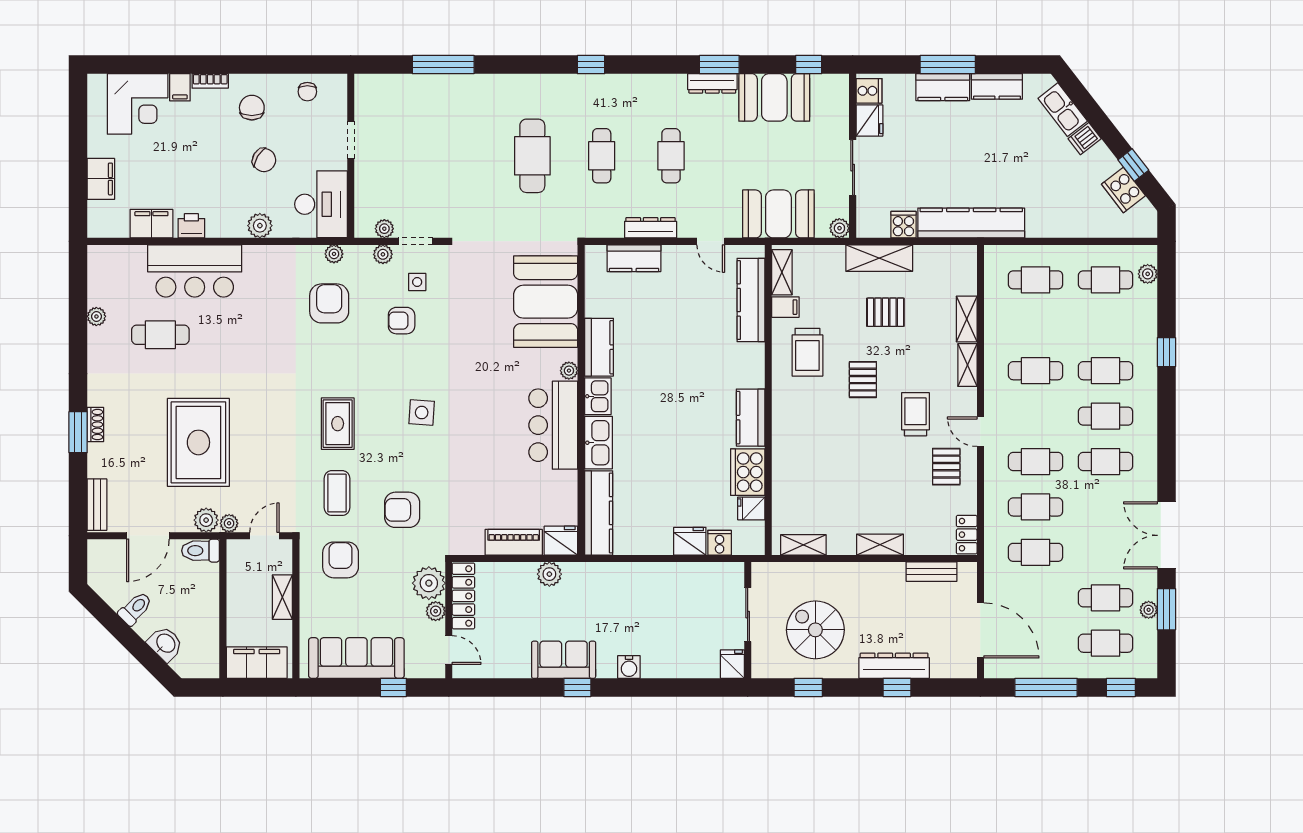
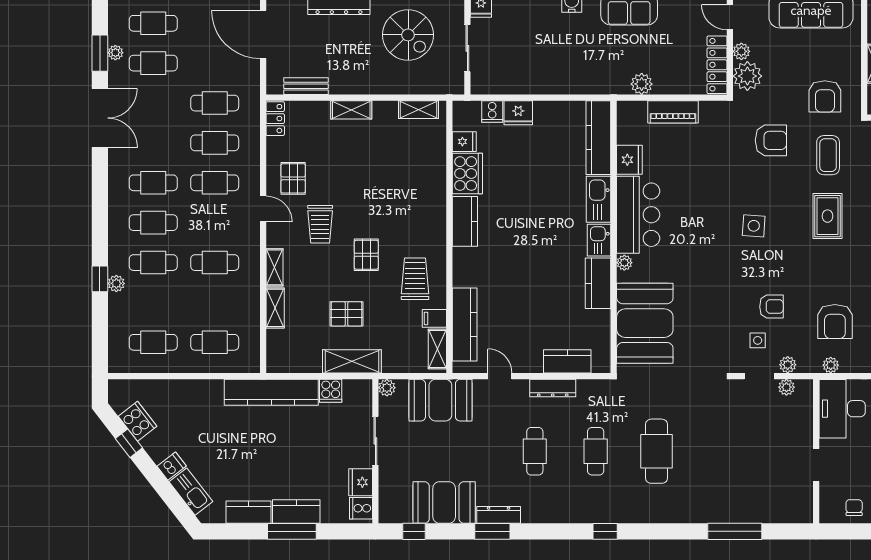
plant: (1148, 274) -> (116, 283), moved
fridge: (561, 541) -> (629, 160), moved, turned -90

